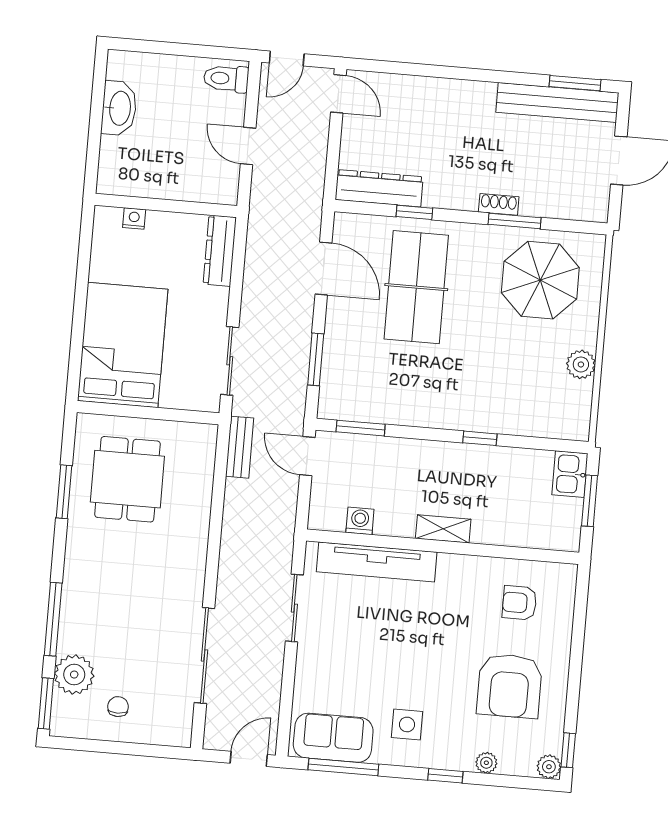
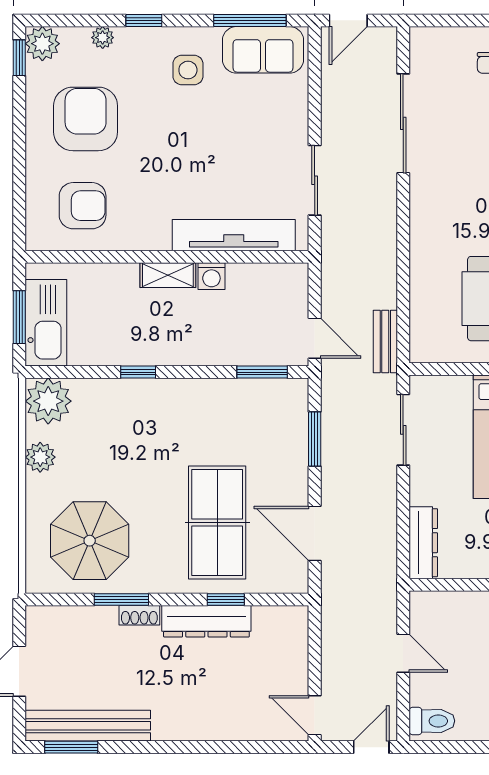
dresser: (379, 188) -> (206, 621), moved
plant: (569, 418) -> (48, 401), added
kitchen sink: (570, 474) -> (46, 323), width x1.88, depth x1.24
washing machine: (360, 521) -> (211, 276), moved
armchair: (519, 603) -> (83, 206), width x1.38, depth x1.38
plant: (549, 767) -> (42, 44), width x1.38, depth x1.38

